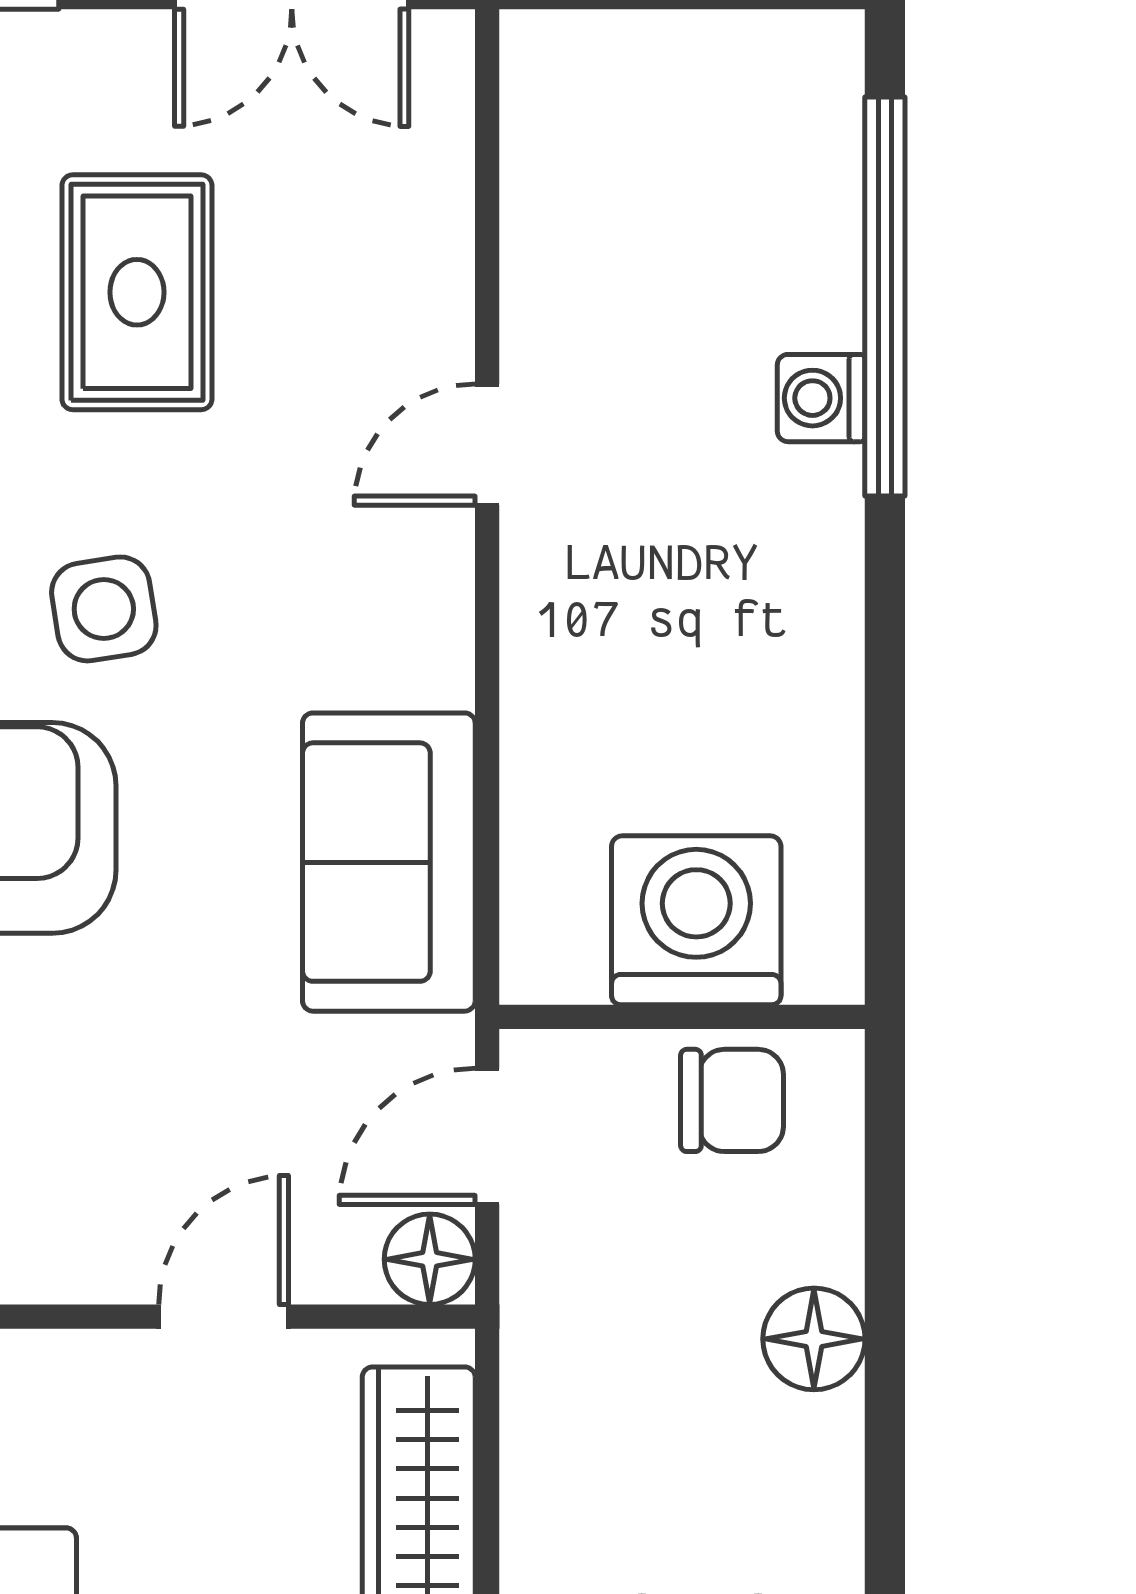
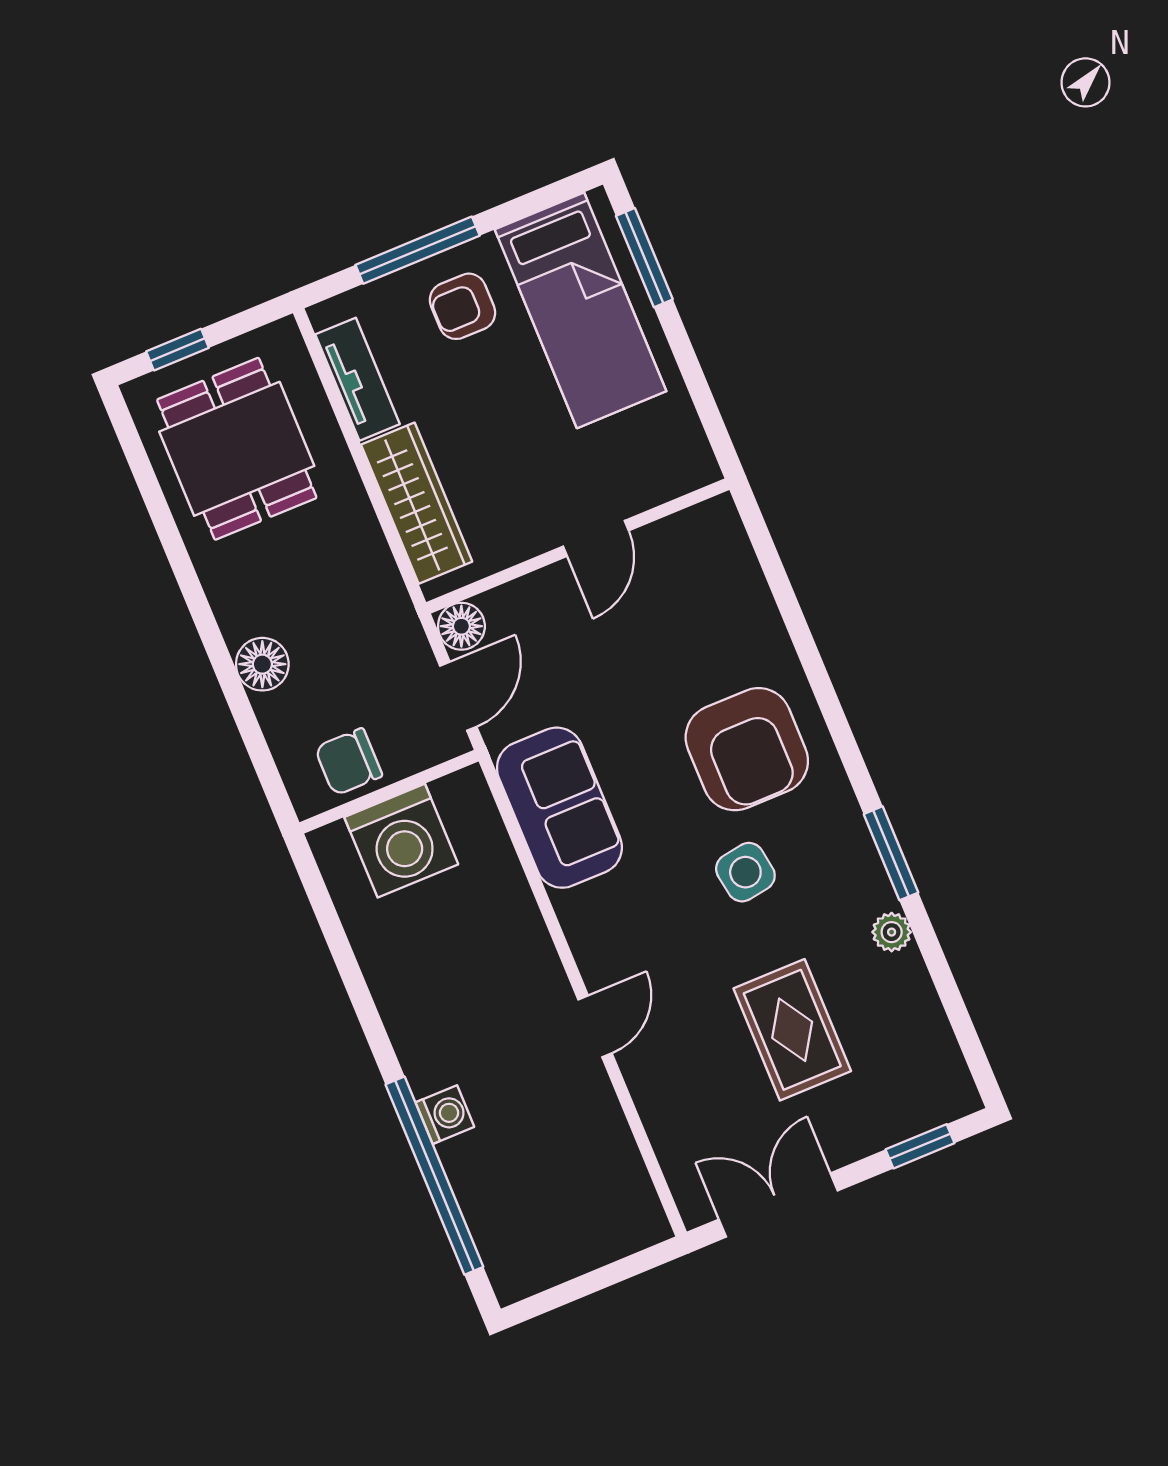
door: (224, 1317) -> (596, 538), moved

